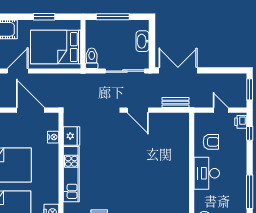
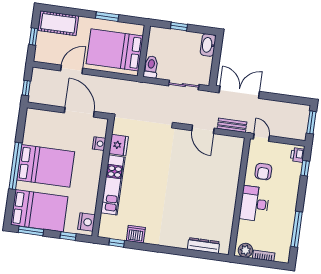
window: (113, 17) -> (179, 27), width x0.46
washbasin: (143, 41) -> (208, 45), moved
sliding door: (125, 71) -> (184, 85), width x0.73
door: (138, 110) -> (203, 129), moved
door: (221, 110) -> (261, 137), moved
armchair: (211, 142) -> (263, 172), turned 90

